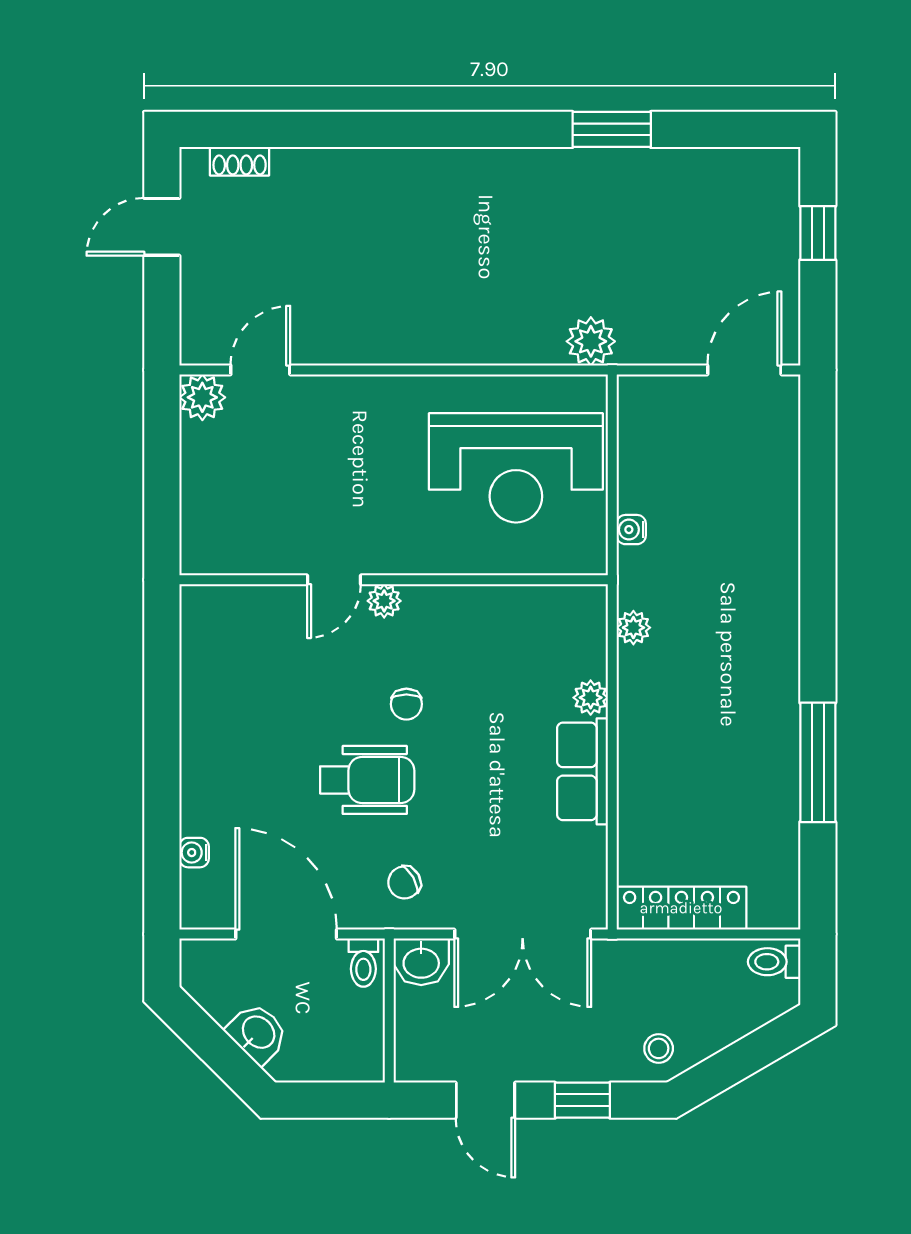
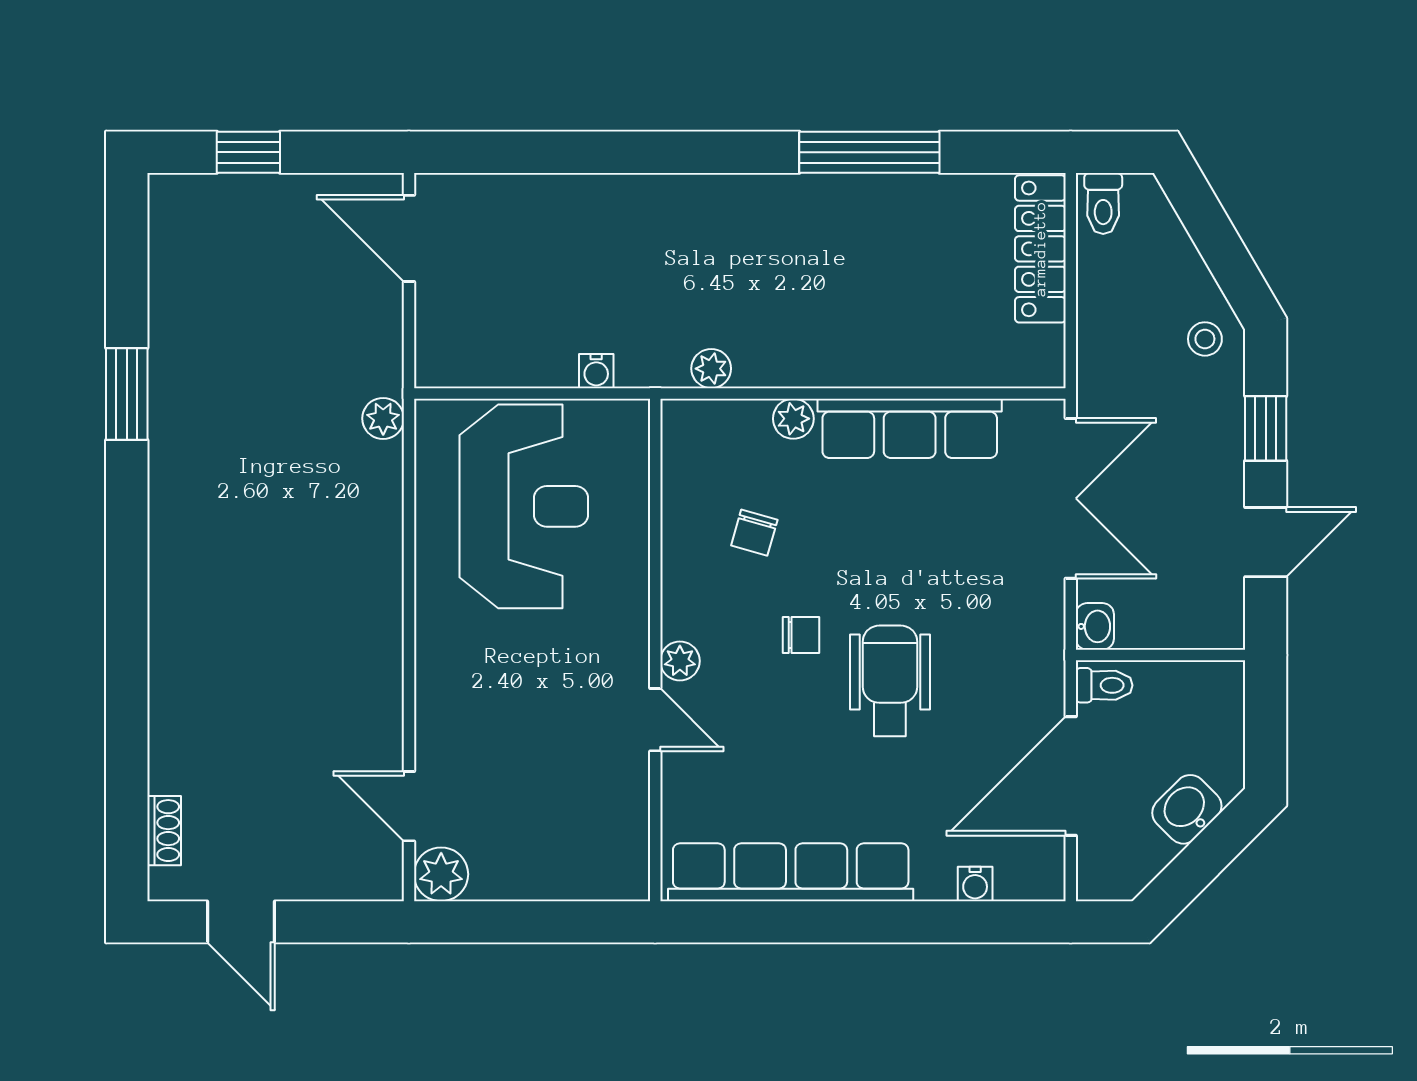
plant: (591, 341) -> (383, 418), width x0.73, depth x0.73
row of seats: (204, 695) -> (791, 872), added
row of seats: (582, 771) -> (910, 428), width x1.48
chair: (404, 882) -> (754, 533), moved, turned 46
locker: (681, 908) -> (1040, 249), moved
washbasin: (421, 962) -> (1095, 626), width x0.72, depth x0.69

